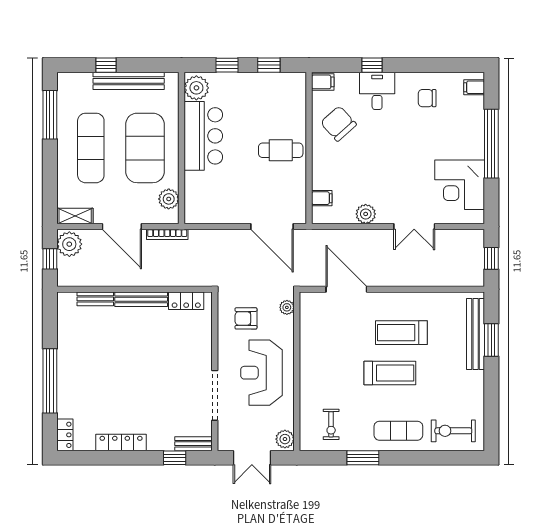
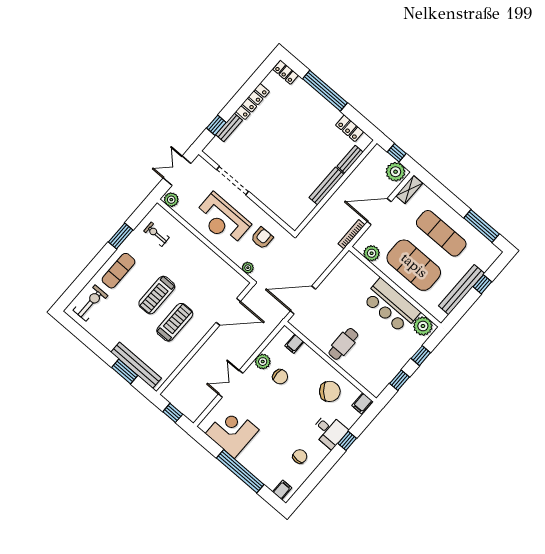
chair: (366, 184) -> (280, 377), added
locker: (186, 301) -> (350, 128), moved, turned -90
reception desk: (261, 373) -> (222, 220), turned 180
bench: (194, 444) -> (229, 127), moved

